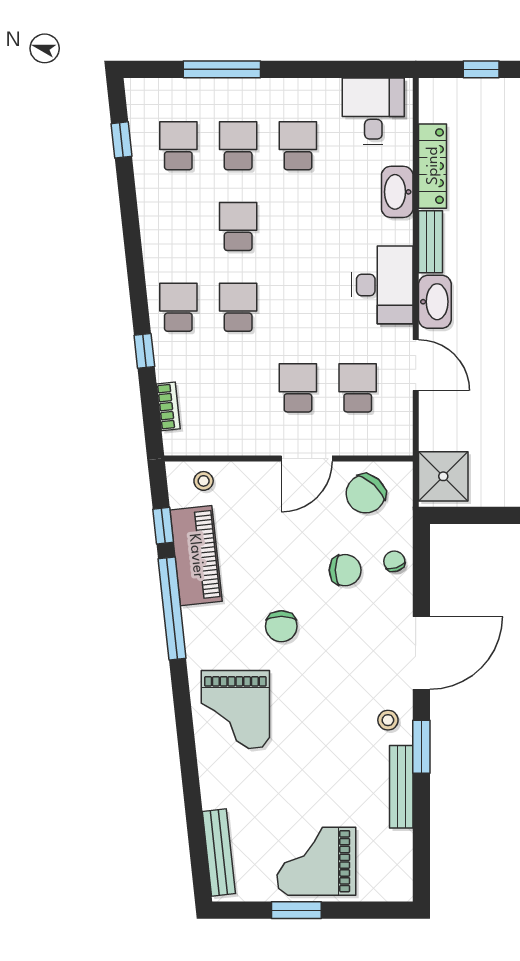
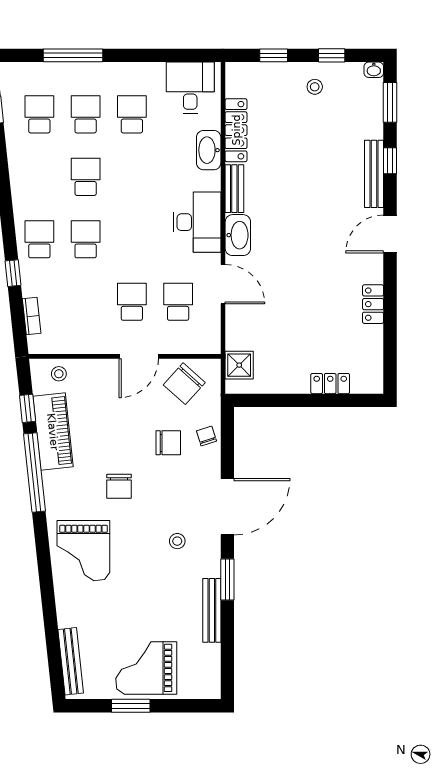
shower: (443, 476) -> (239, 365), width x0.73, depth x0.73
stool: (388, 720) -> (177, 541), moved

